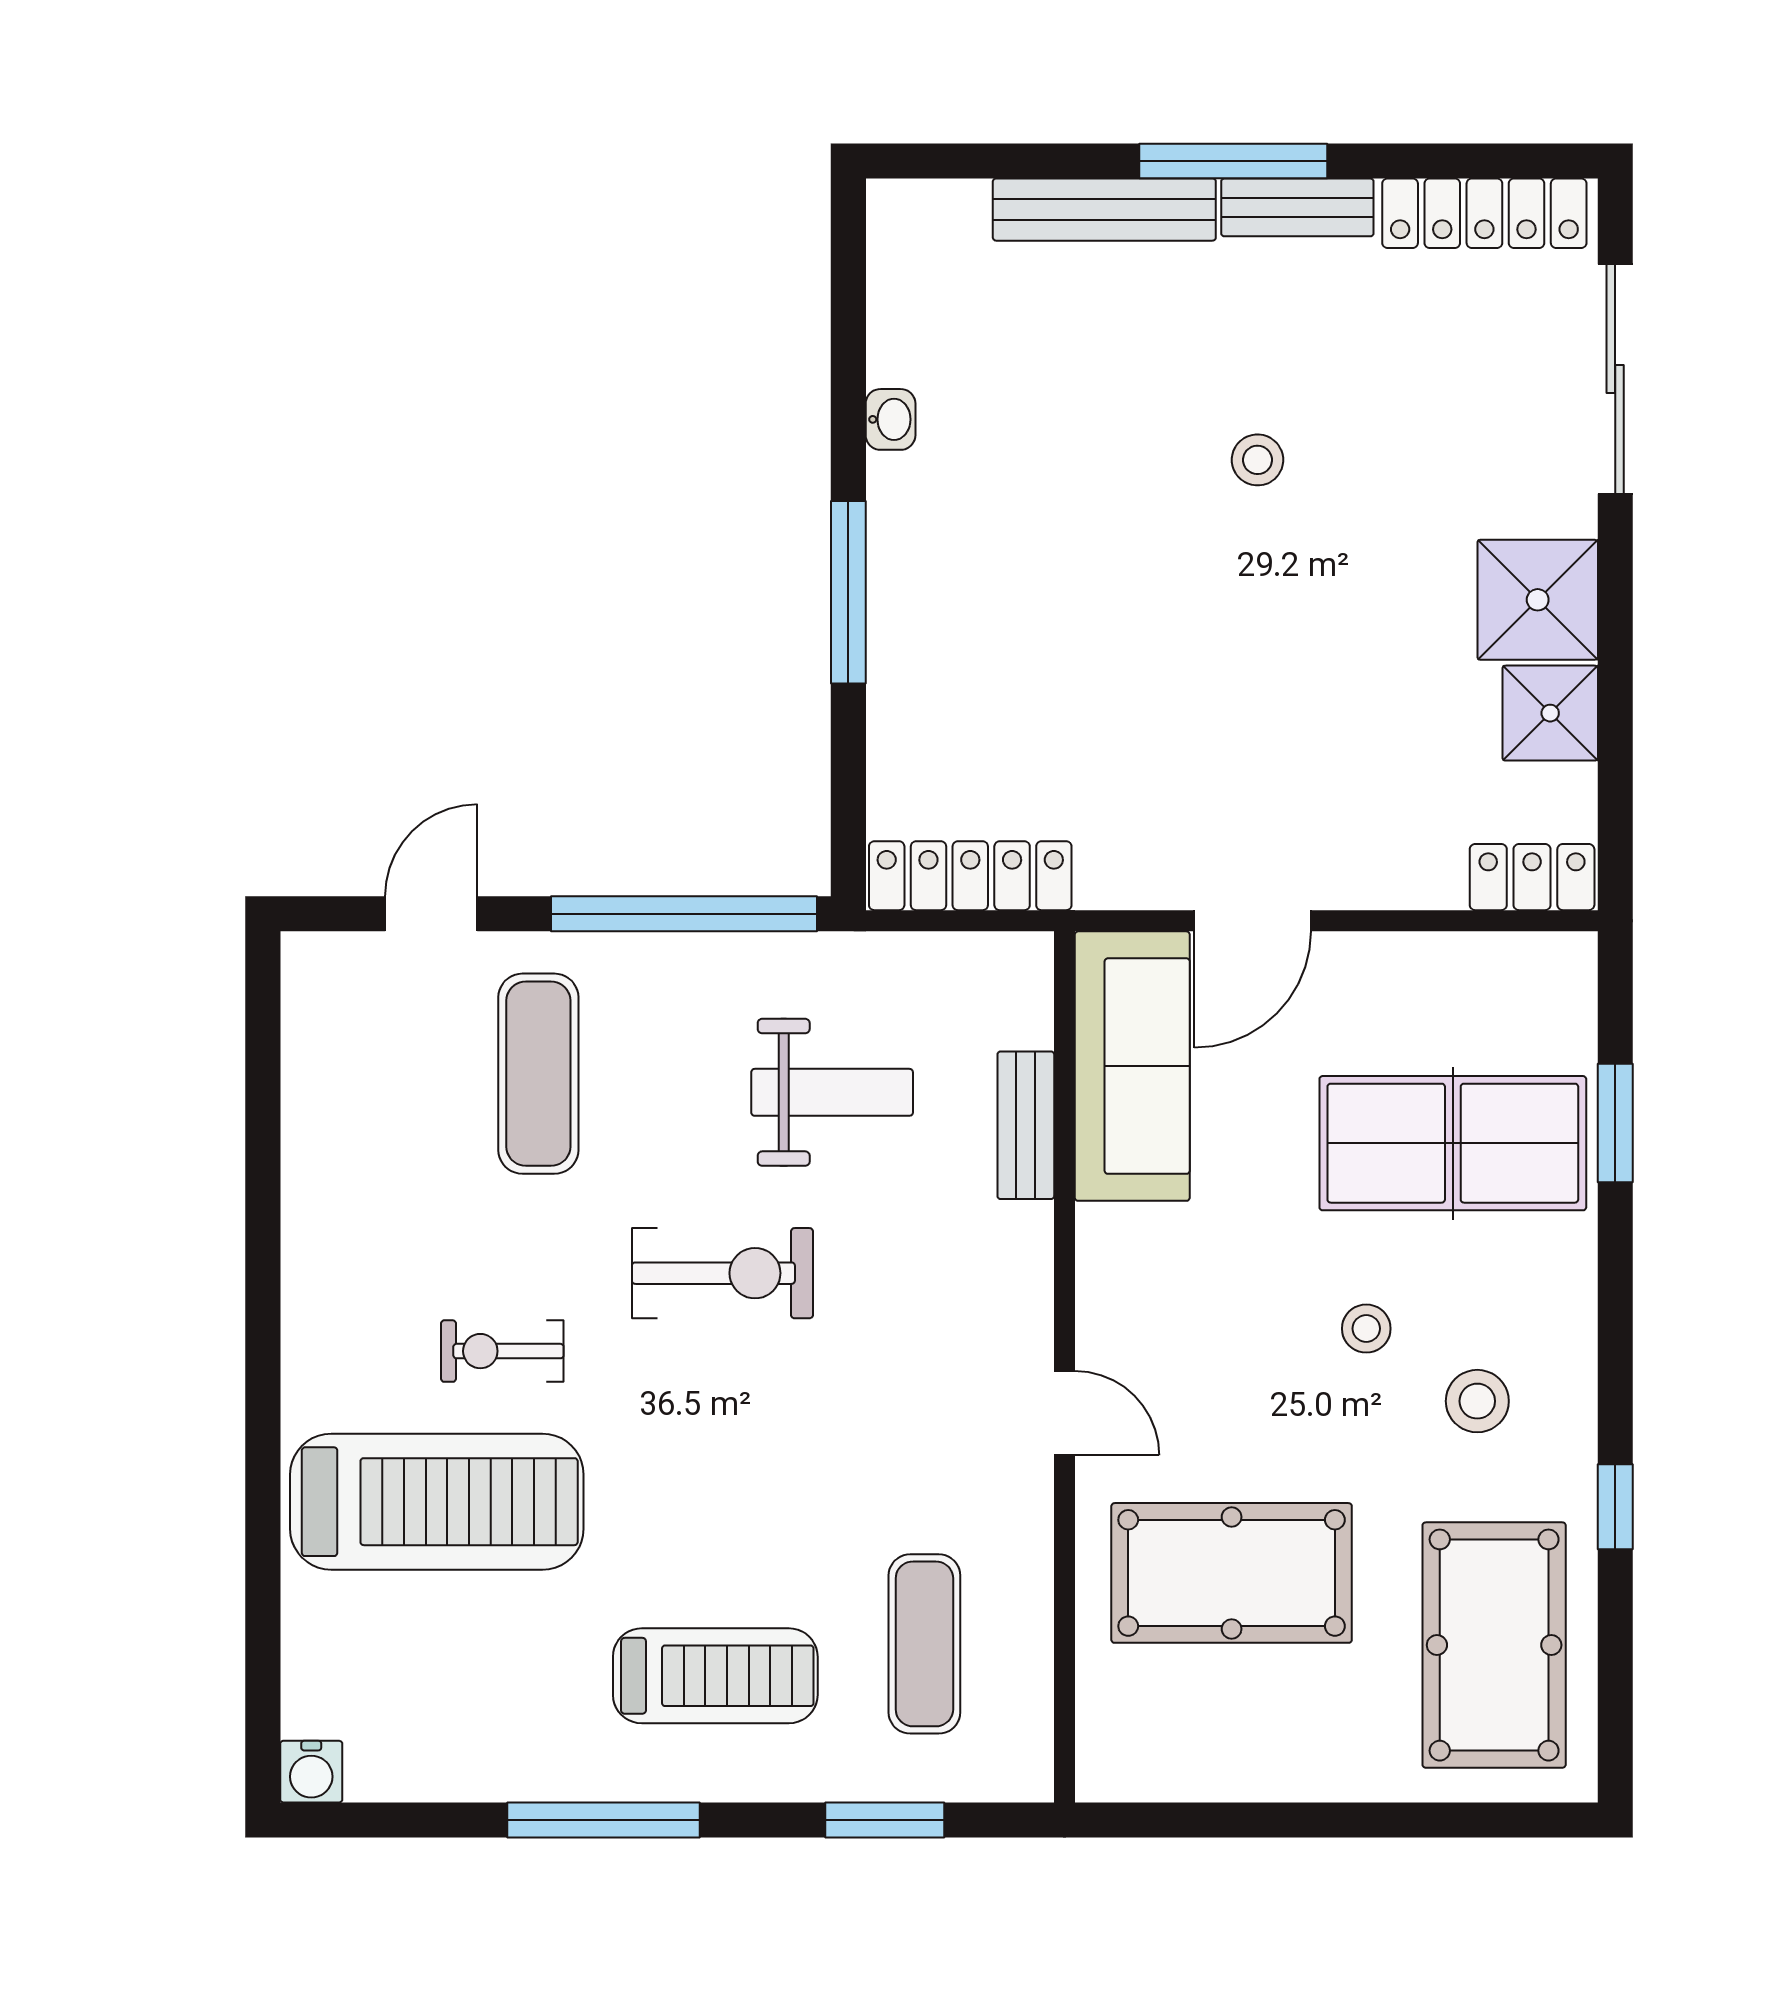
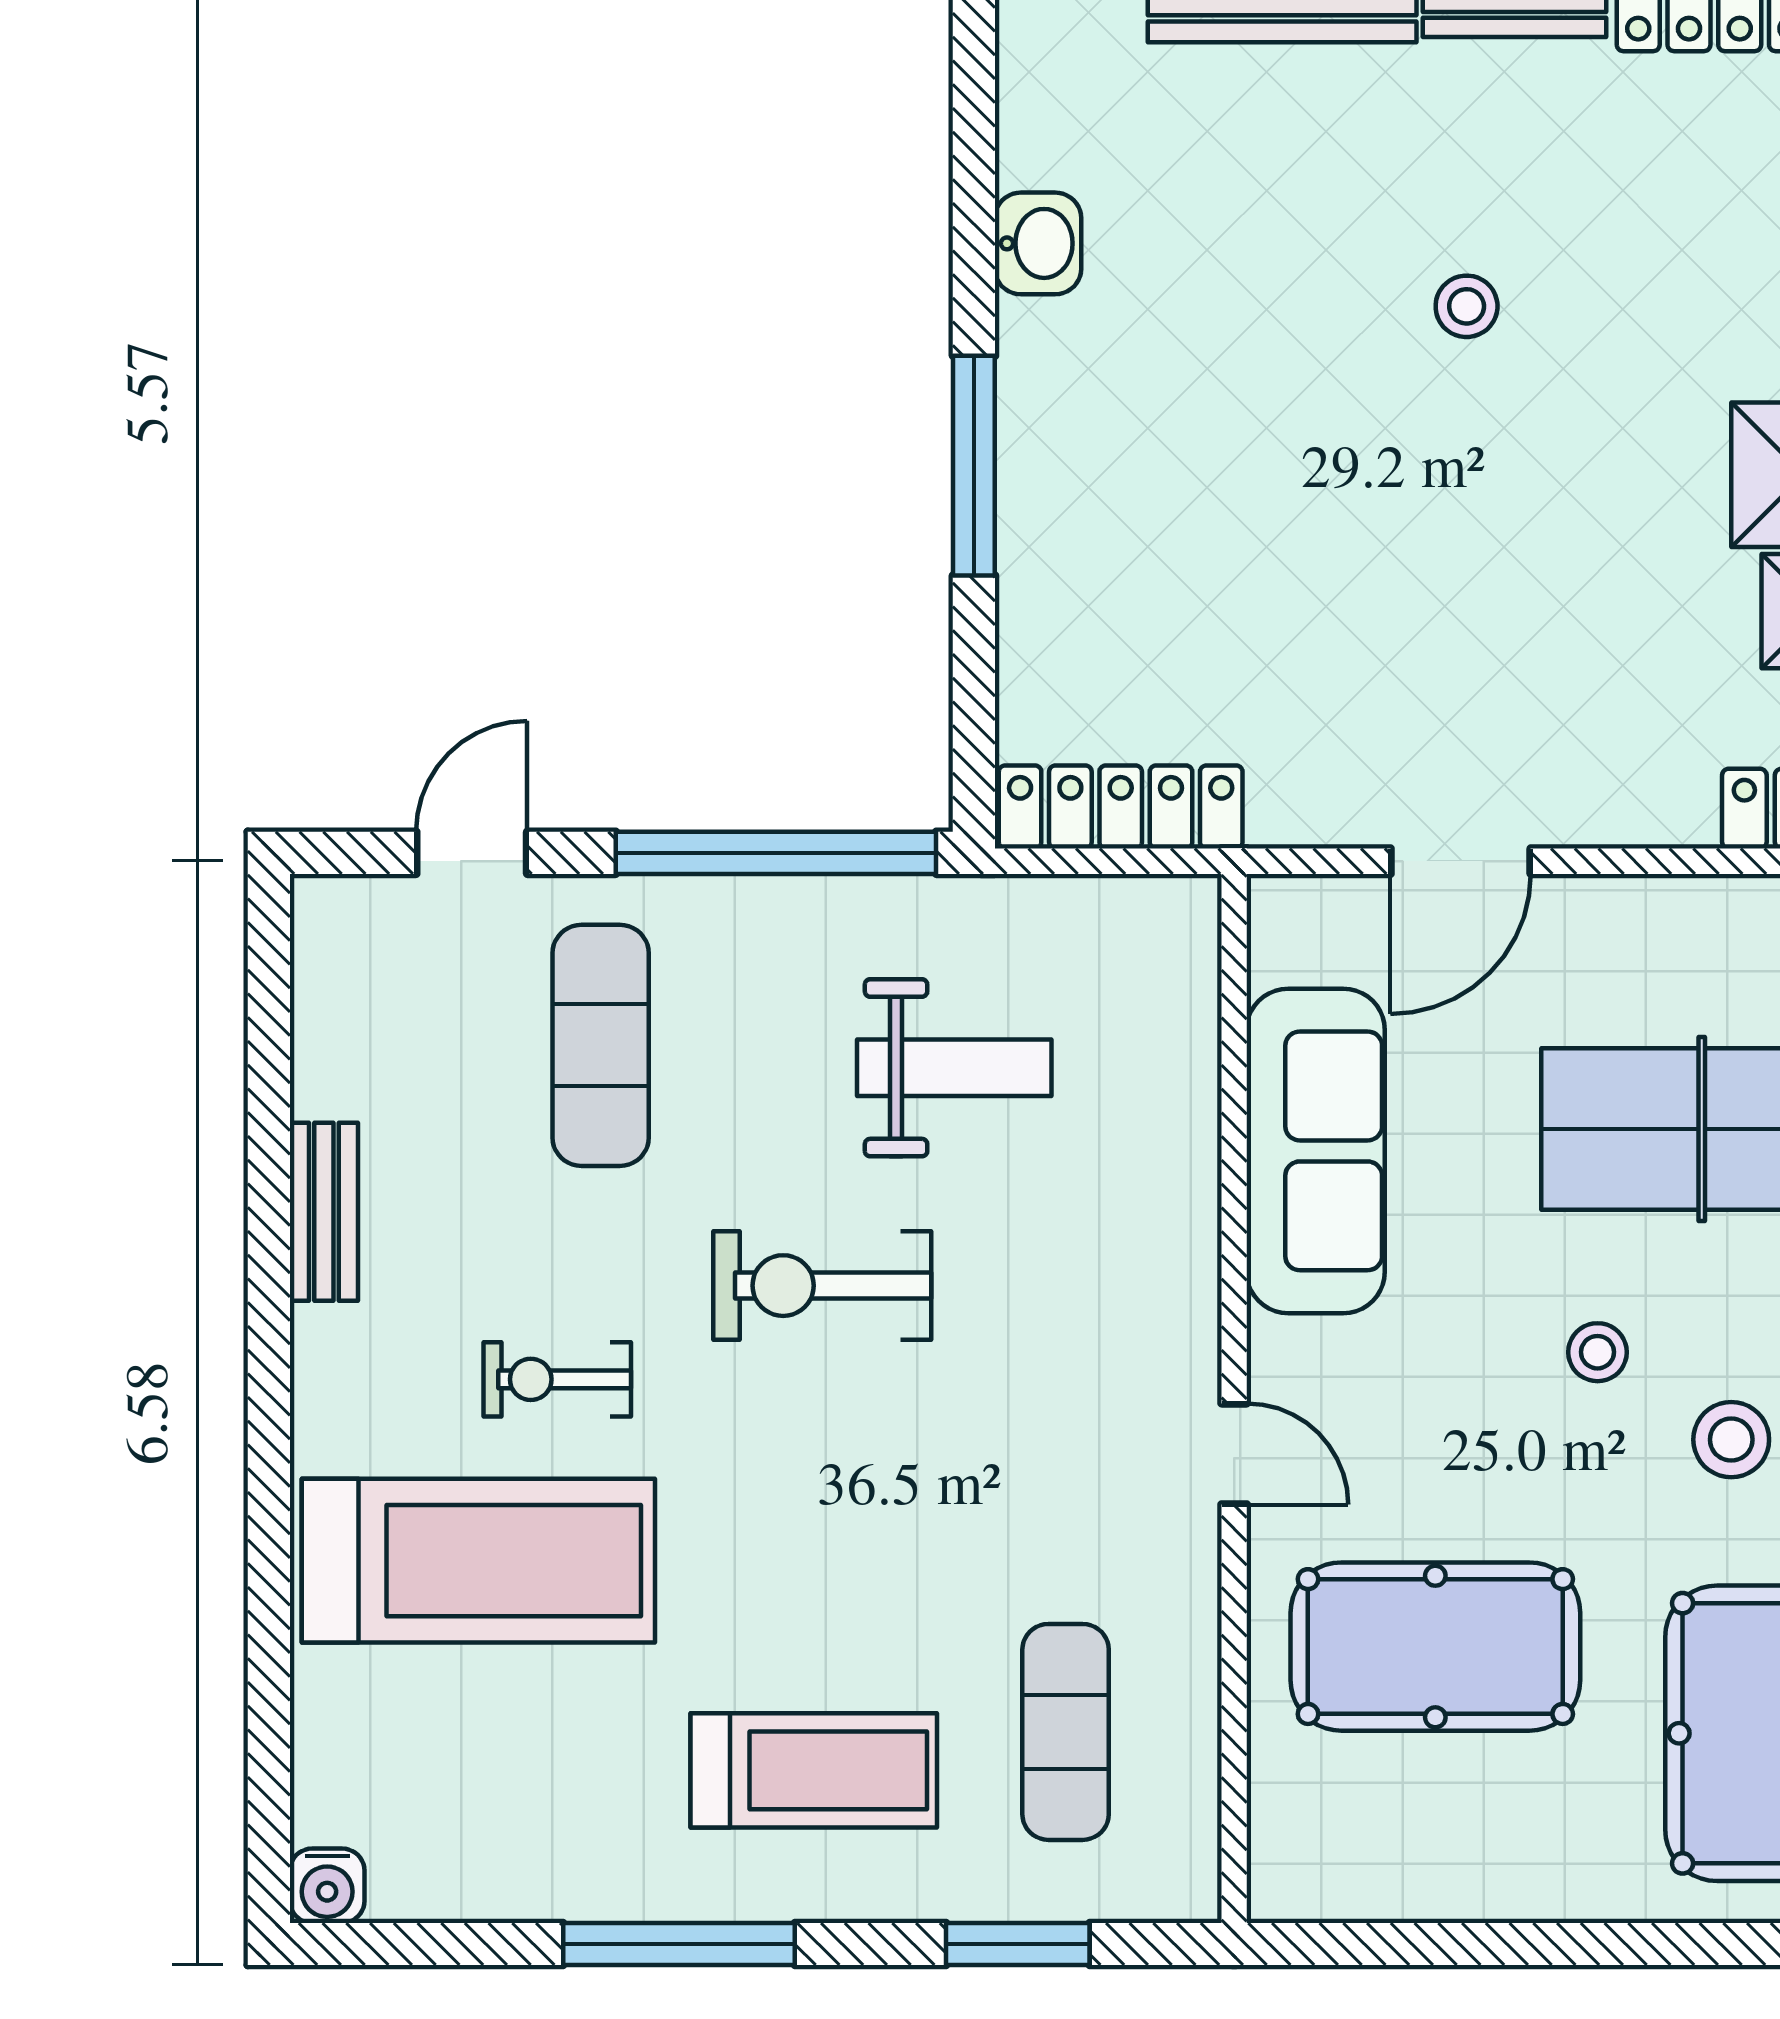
washbasin: (891, 419) -> (1038, 243), width x1.38, depth x1.45
sofa: (1132, 1066) -> (1316, 1151), moved
bench: (1026, 1125) -> (324, 1212), moved
exercise bike: (722, 1273) -> (822, 1286), turned 180

